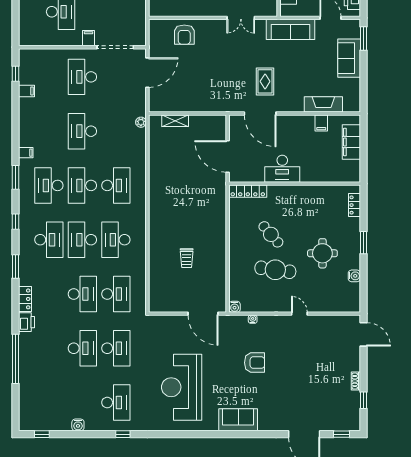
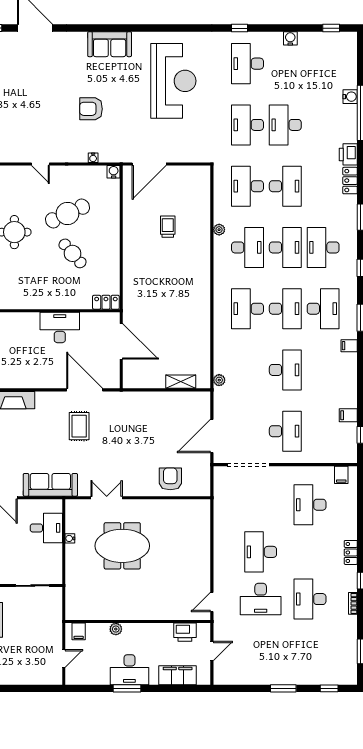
filing cabinet: (89, 38) -> (341, 475), moved
filing cabinet: (321, 123) -> (16, 379), removed
locker: (248, 191) -> (106, 302), width x0.66
plant: (141, 255) -> (219, 230), added
cafe table: (275, 270) -> (67, 214), turned -33
desk: (82, 294) -> (285, 186), turned 180
door: (203, 314) -> (149, 164), swing flipped
water cooler: (25, 373) -> (350, 97), added

